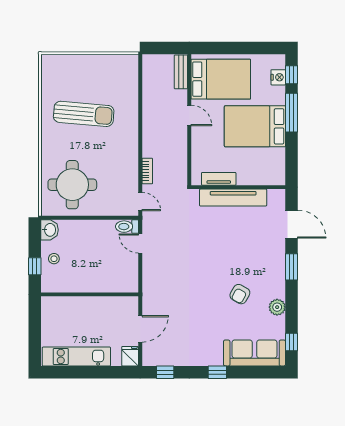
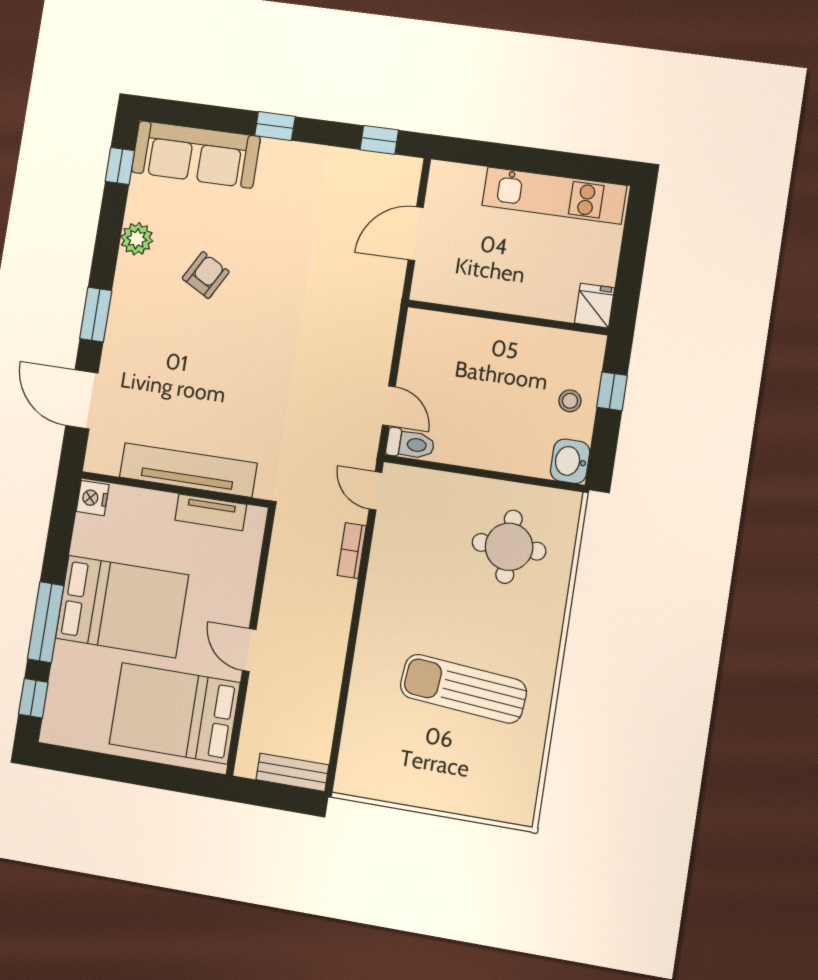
bench: (181, 72) -> (292, 772), moved, turned 90
nightstand: (278, 77) -> (93, 498), moved
round table: (72, 185) -> (509, 547), width x0.73, depth x0.73
fridge: (130, 356) -> (595, 306), moved, turned 180

